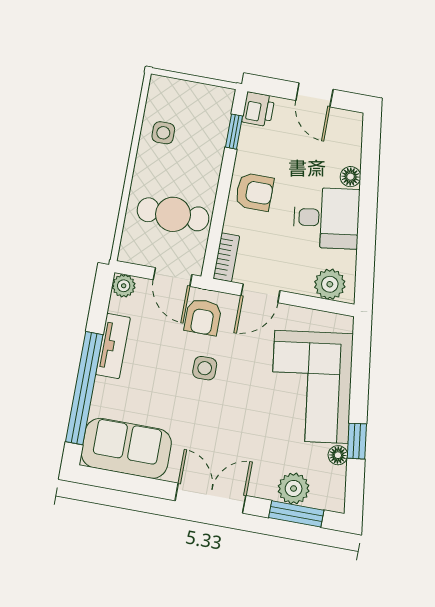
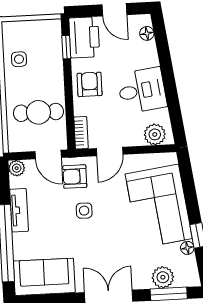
printer: (258, 109) -> (84, 37), width x1.87, depth x1.48
floor lamp: (350, 177) -> (147, 33), moved
armchair: (254, 192) -> (90, 84), turned -90
armchair: (203, 317) -> (75, 177), turned 90

